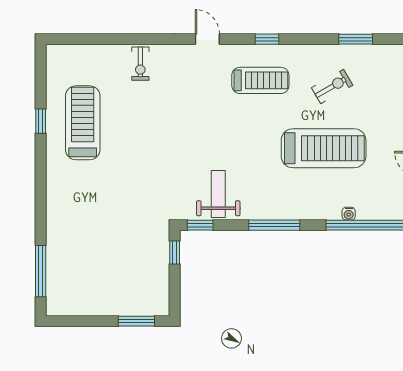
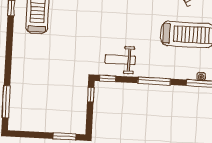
weight bench: (218, 194) -> (120, 60), turned -90

